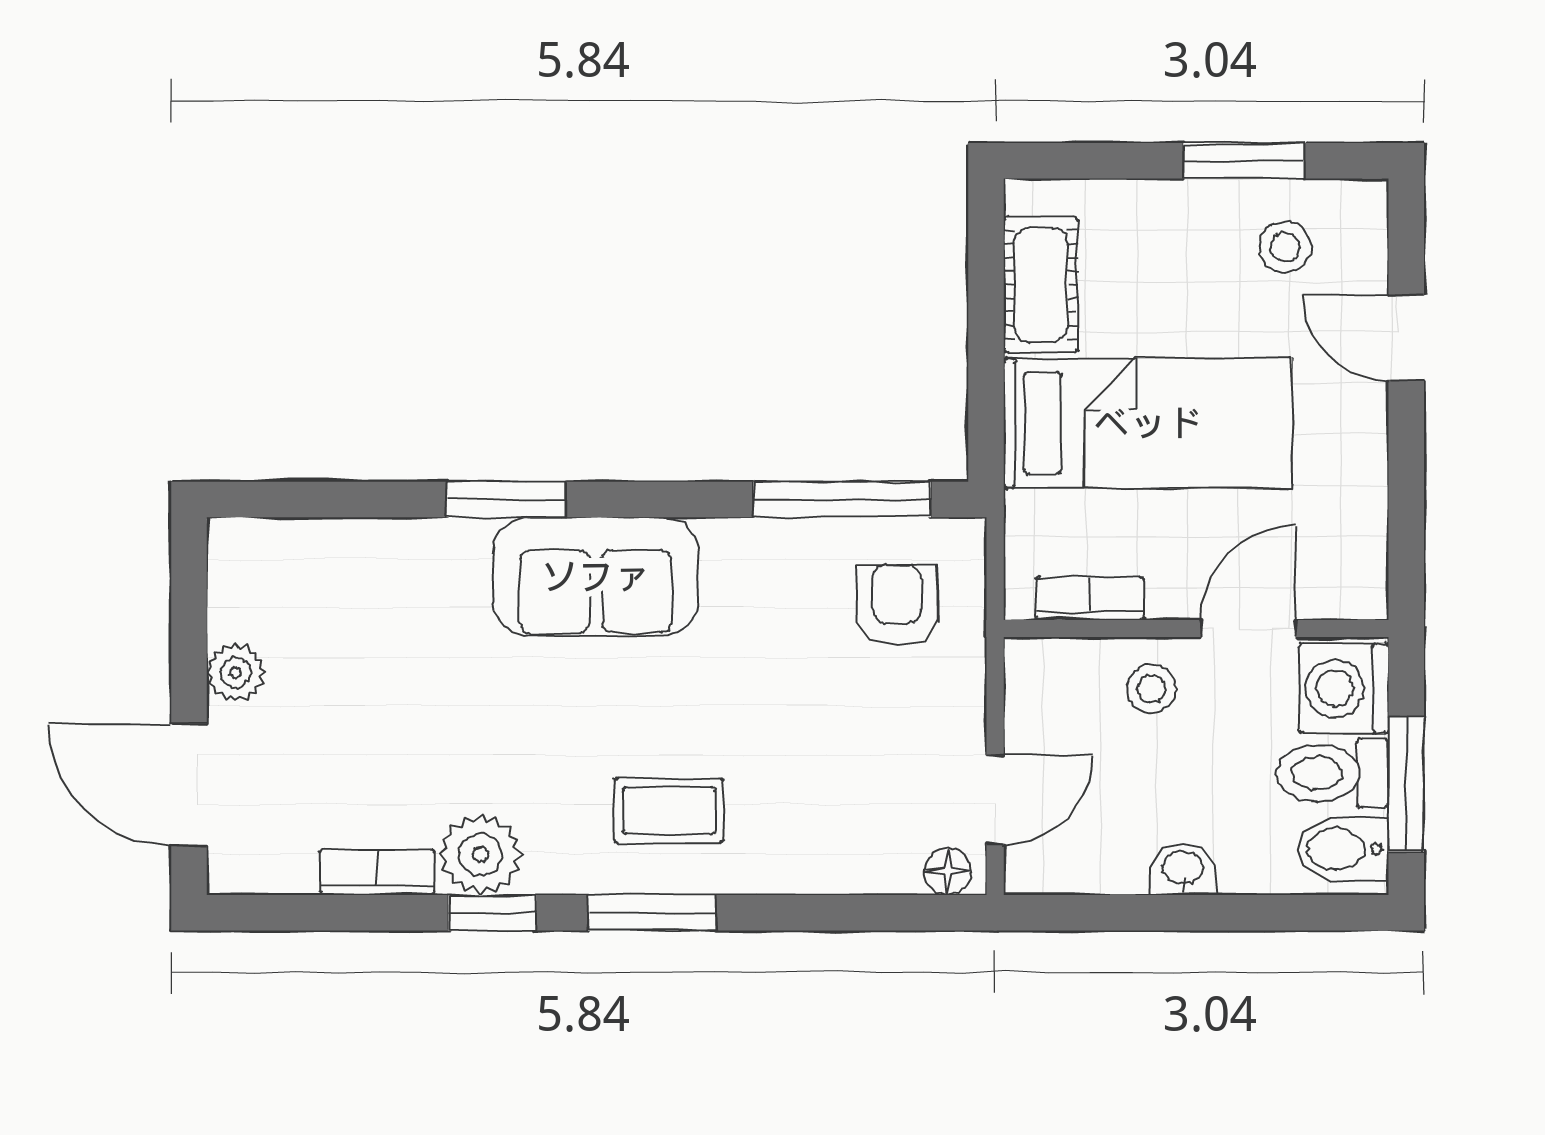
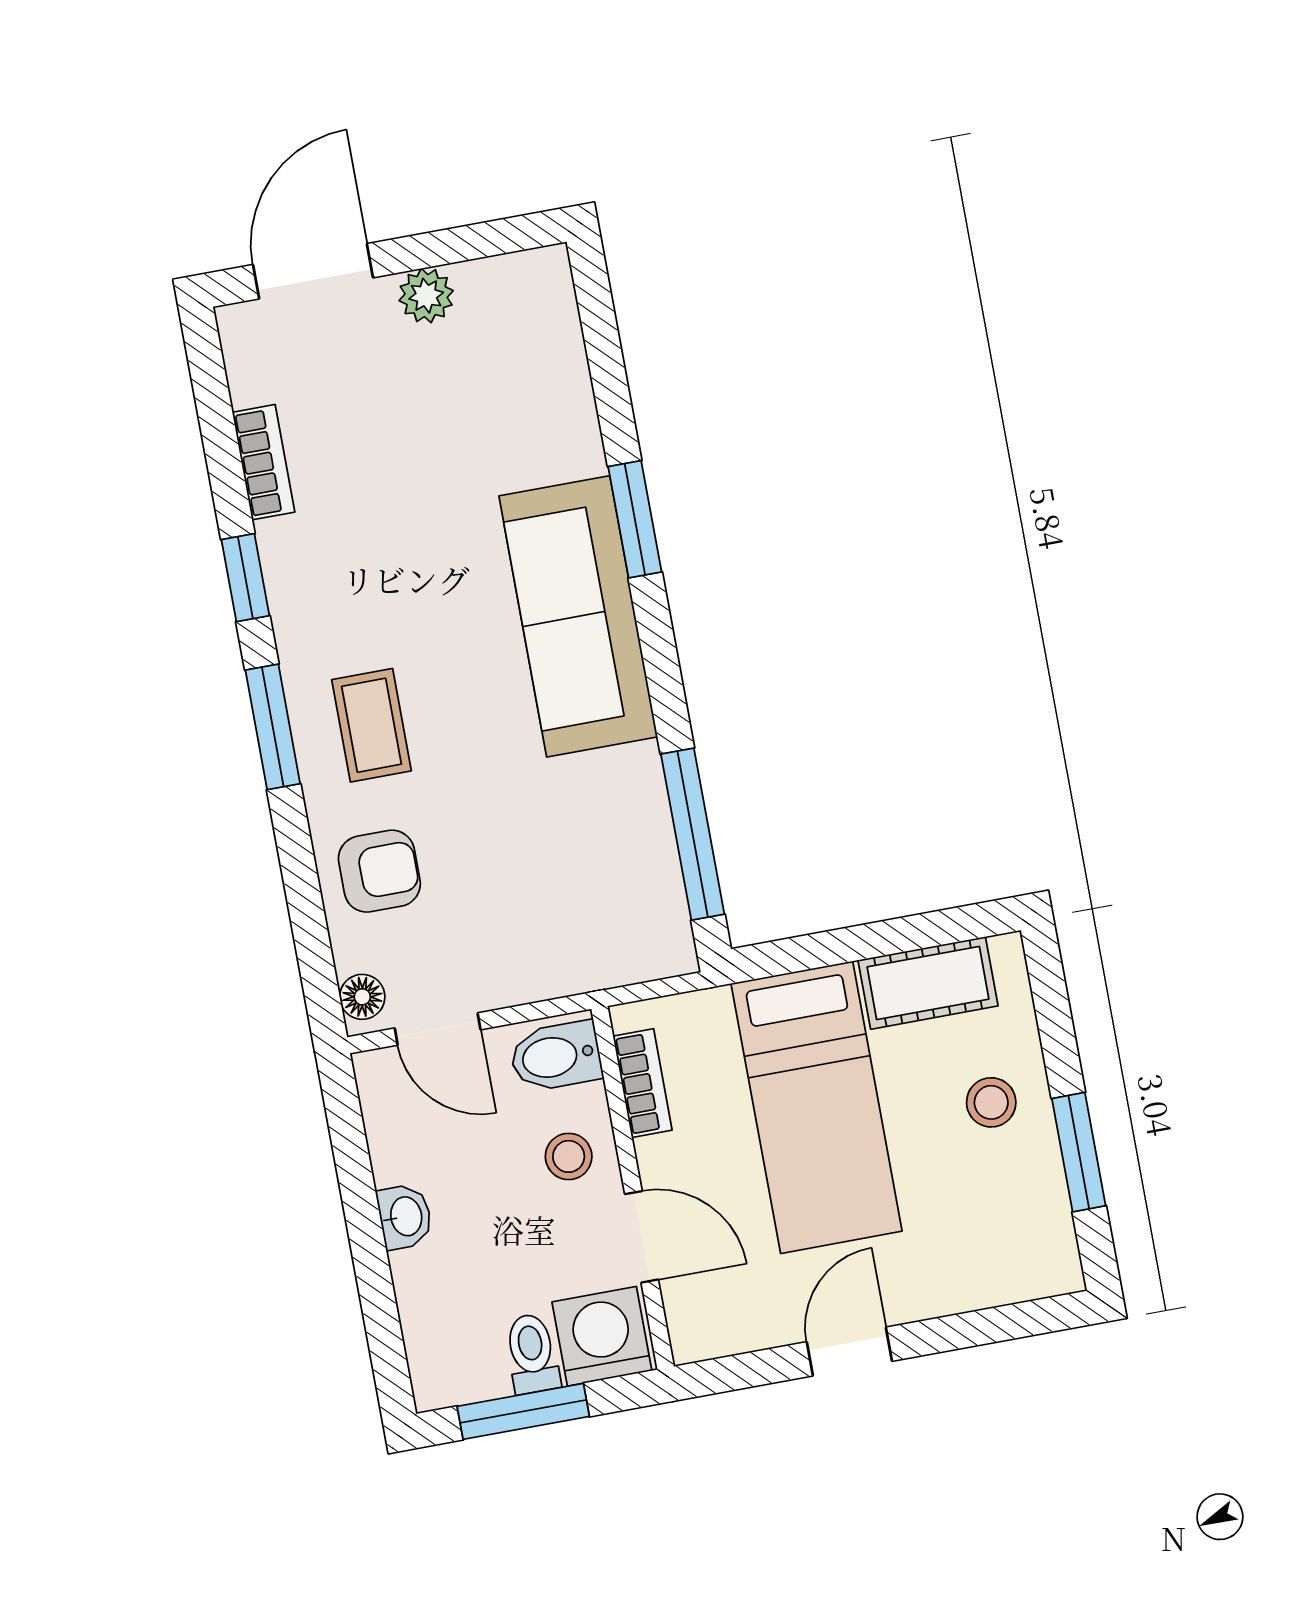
stool: (1285, 247) -> (991, 1102), moved
door: (1406, 338) -> (849, 1352), moved
sofa: (596, 576) -> (578, 616), width x1.36
armchair: (897, 606) -> (379, 871), moved
toilet: (1333, 773) -> (532, 1354), width x0.73, depth x0.72
bidet: (1343, 849) -> (556, 1056), moved, turned -90
plant: (481, 854) -> (298, 556), removed

